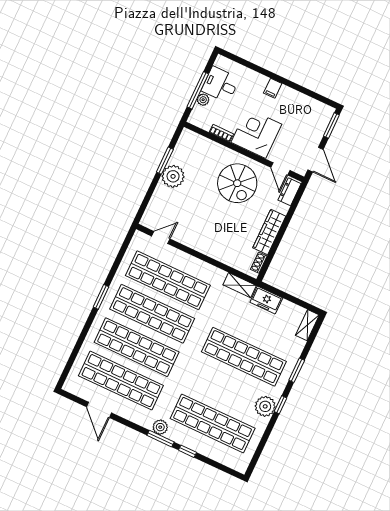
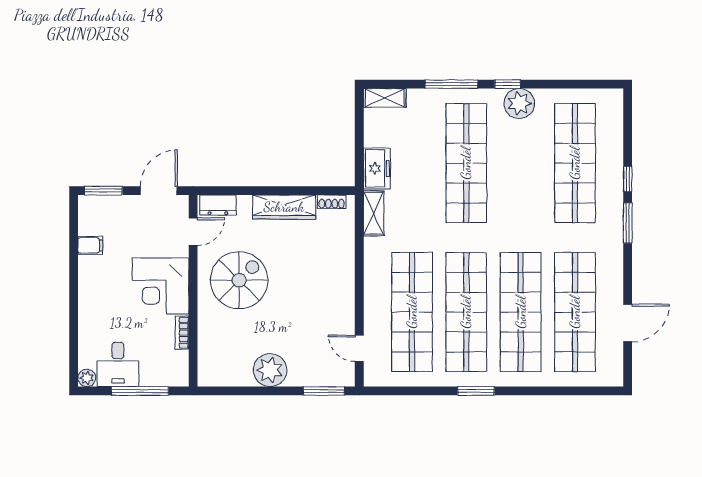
filing cabinet: (273, 88) -> (90, 245), moved
plant: (203, 100) -> (87, 378), moved
window: (165, 161) -> (324, 391), moved
window: (297, 370) -> (451, 84), width x1.44
plant: (160, 427) -> (613, 231), removed

